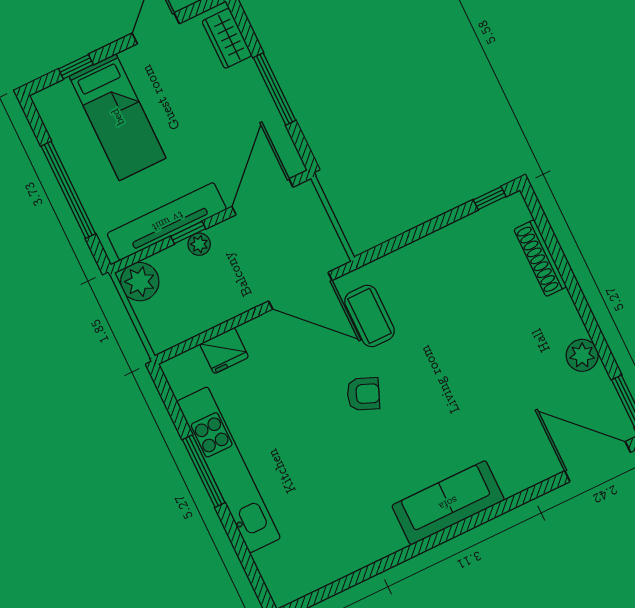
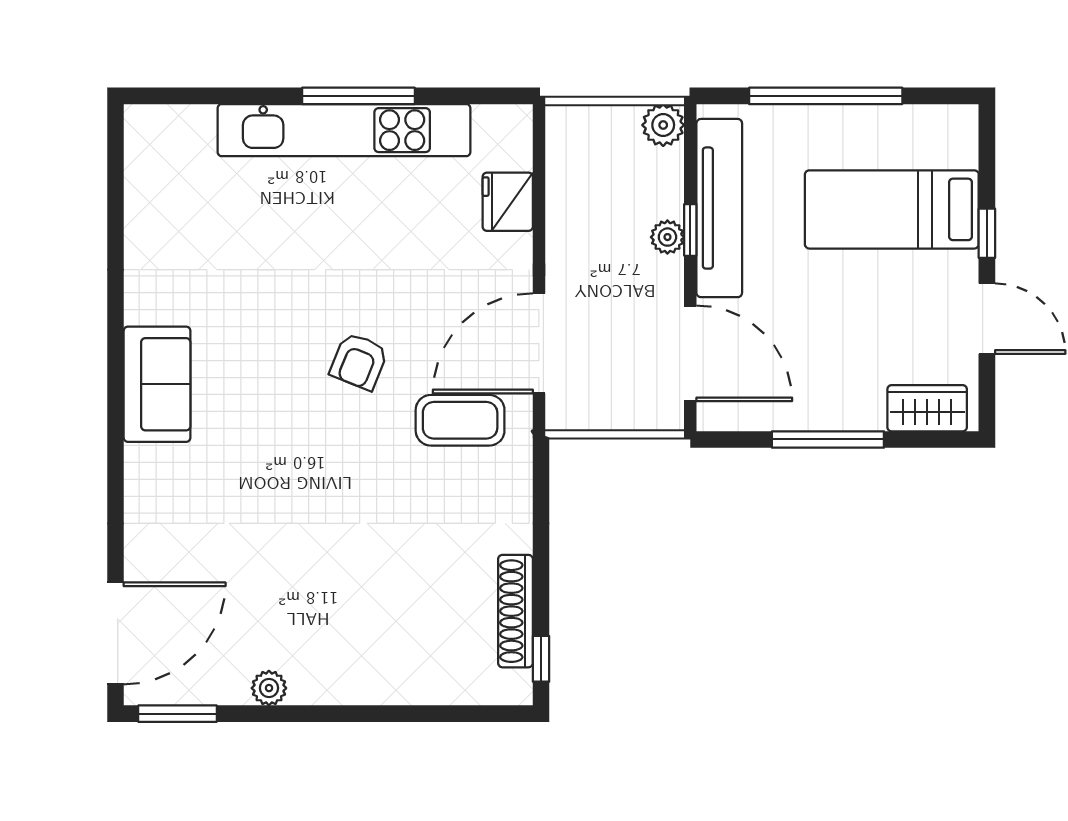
window: (76, 67) -> (987, 233), moved
shoe rack: (540, 258) -> (515, 611), moved, turned -90
plant: (140, 282) -> (663, 125), width x0.73, depth x0.73
plant: (582, 355) -> (269, 688), width x0.73, depth x0.73
sofa: (448, 503) -> (157, 384), width x0.73

